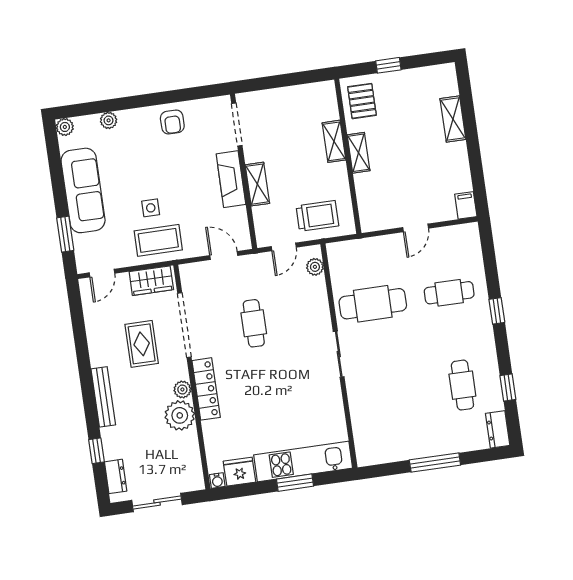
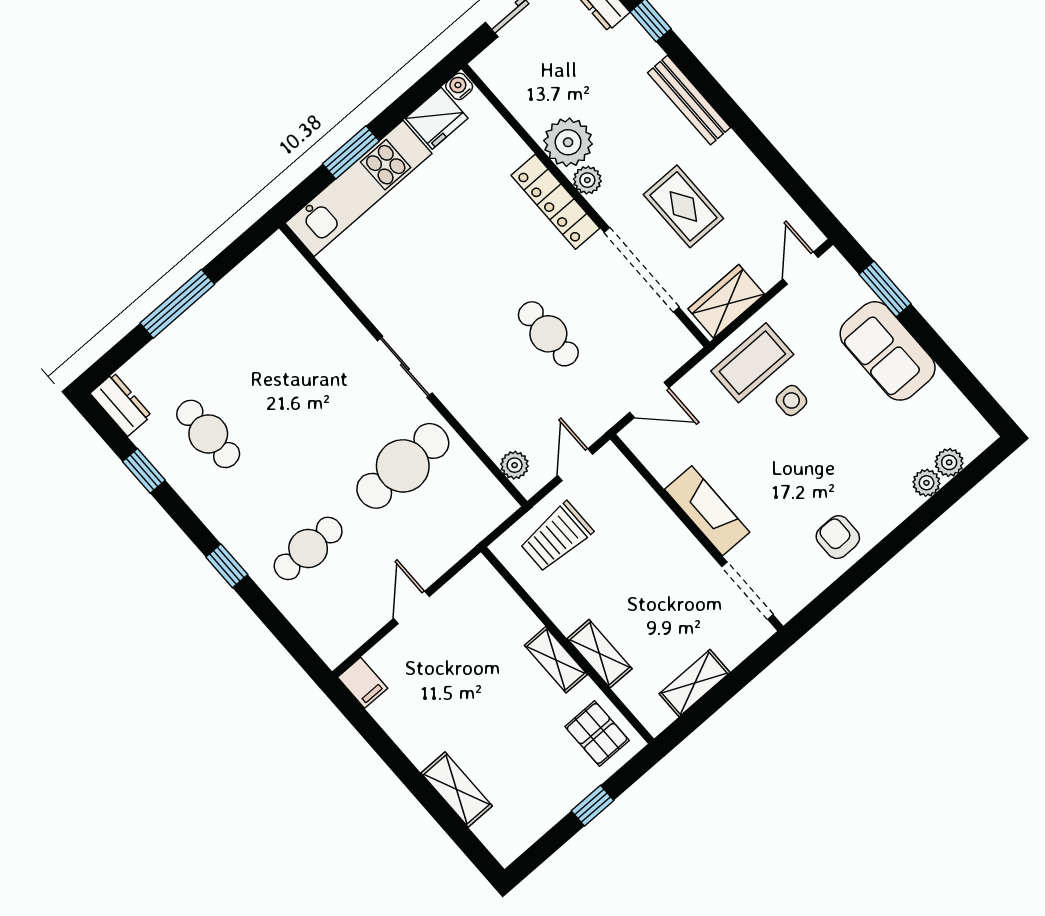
plant: (65, 127) -> (949, 462), moved
shelving: (257, 184) -> (695, 683), moved, turned 90
sofa: (83, 190) -> (888, 351), width x0.73

